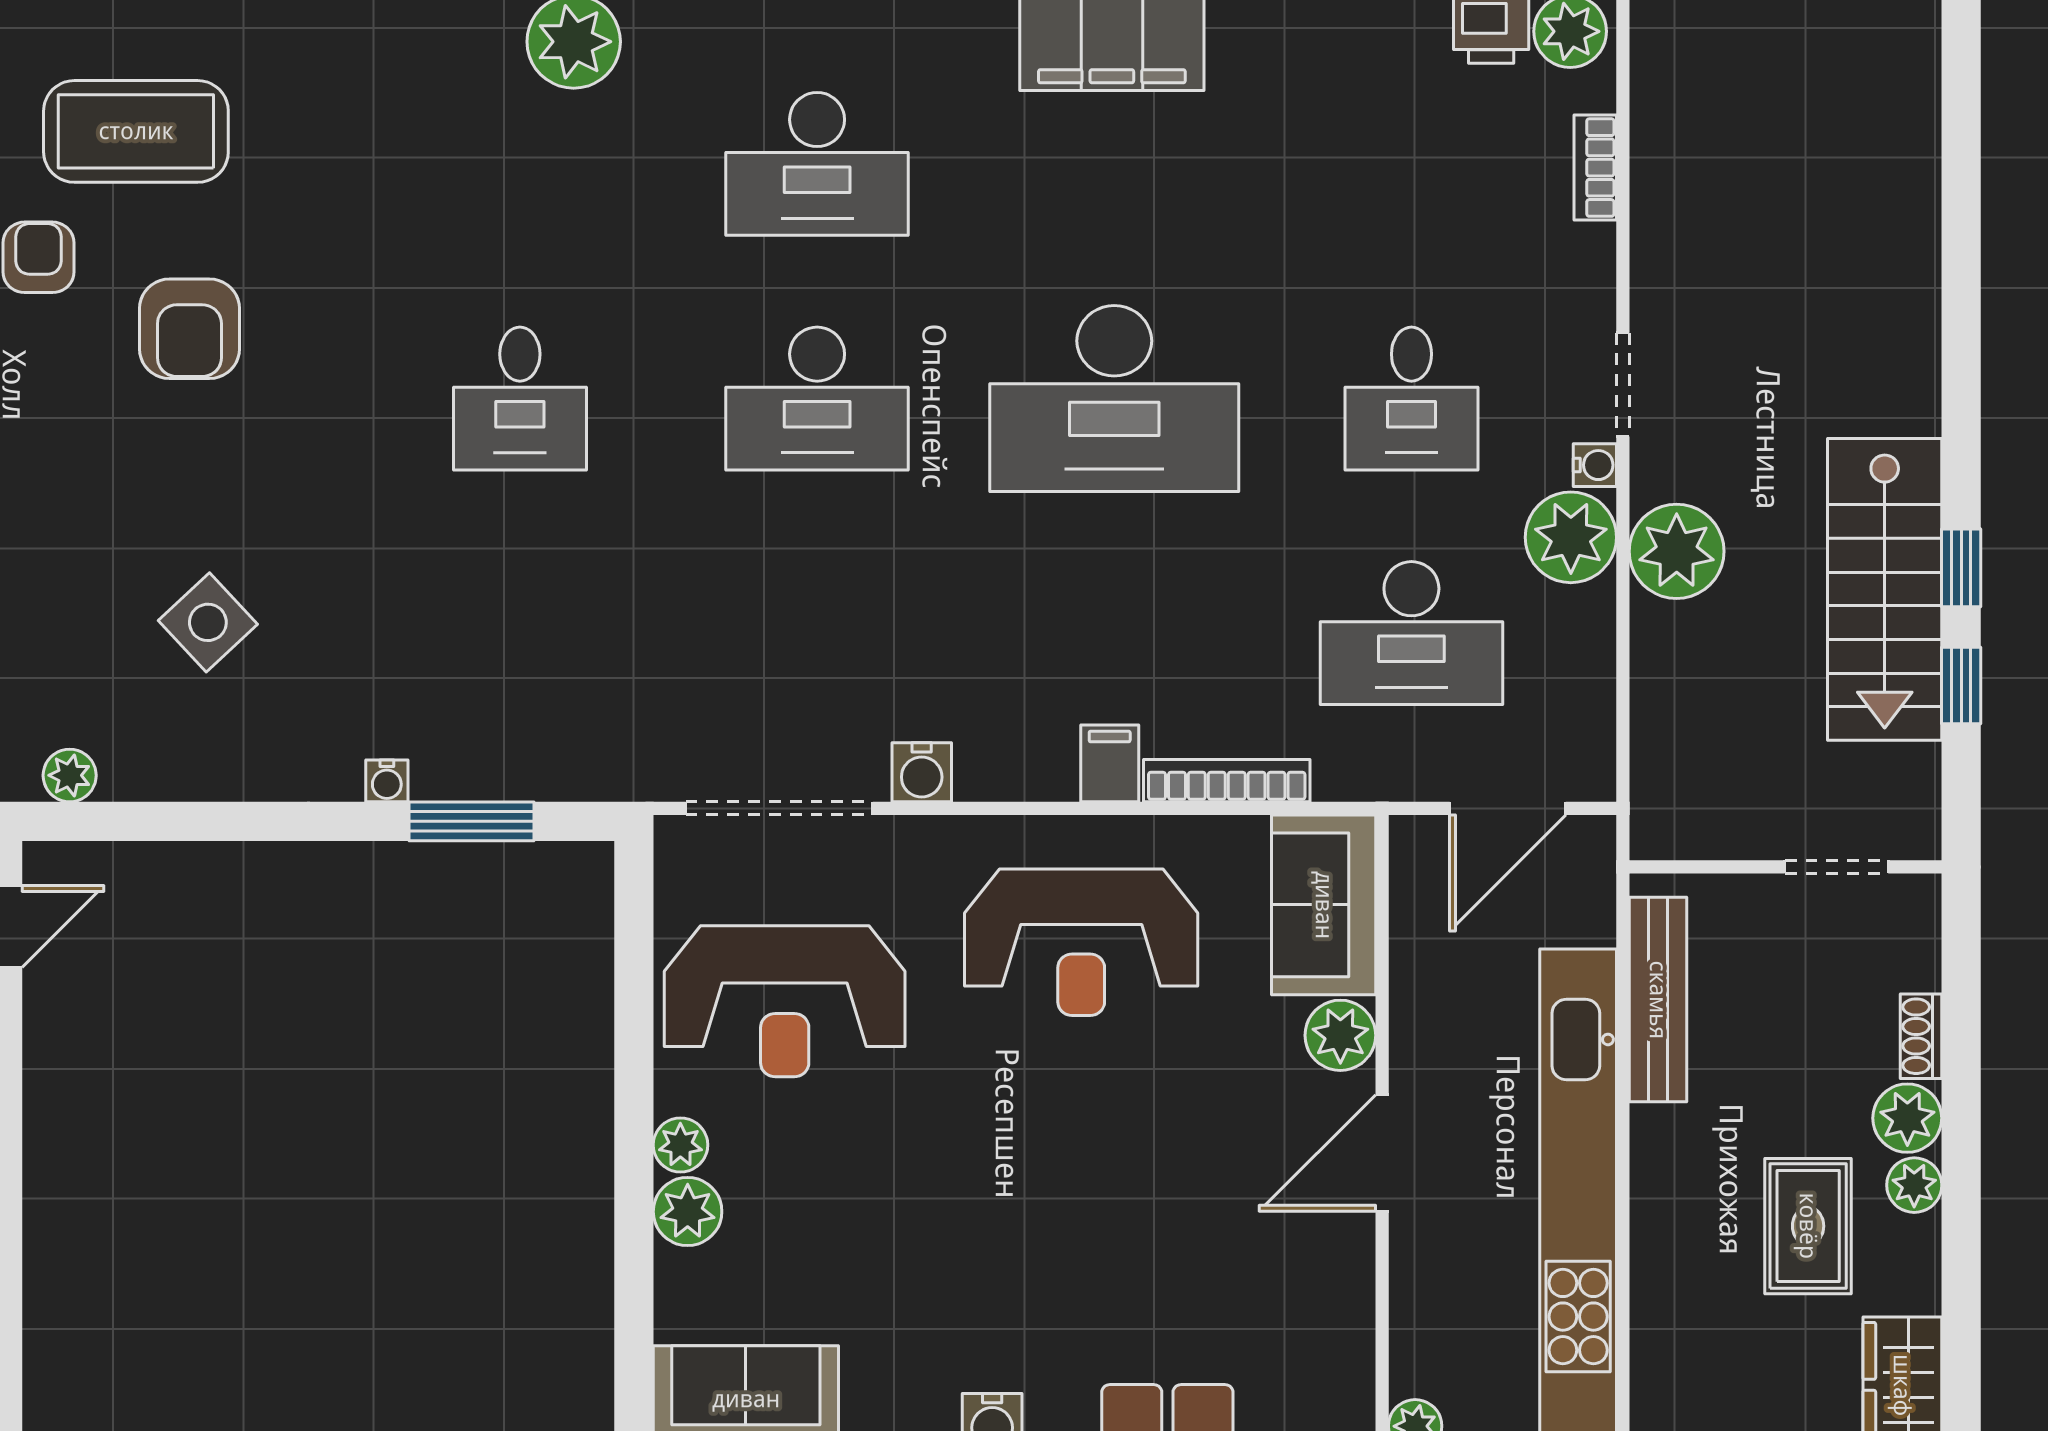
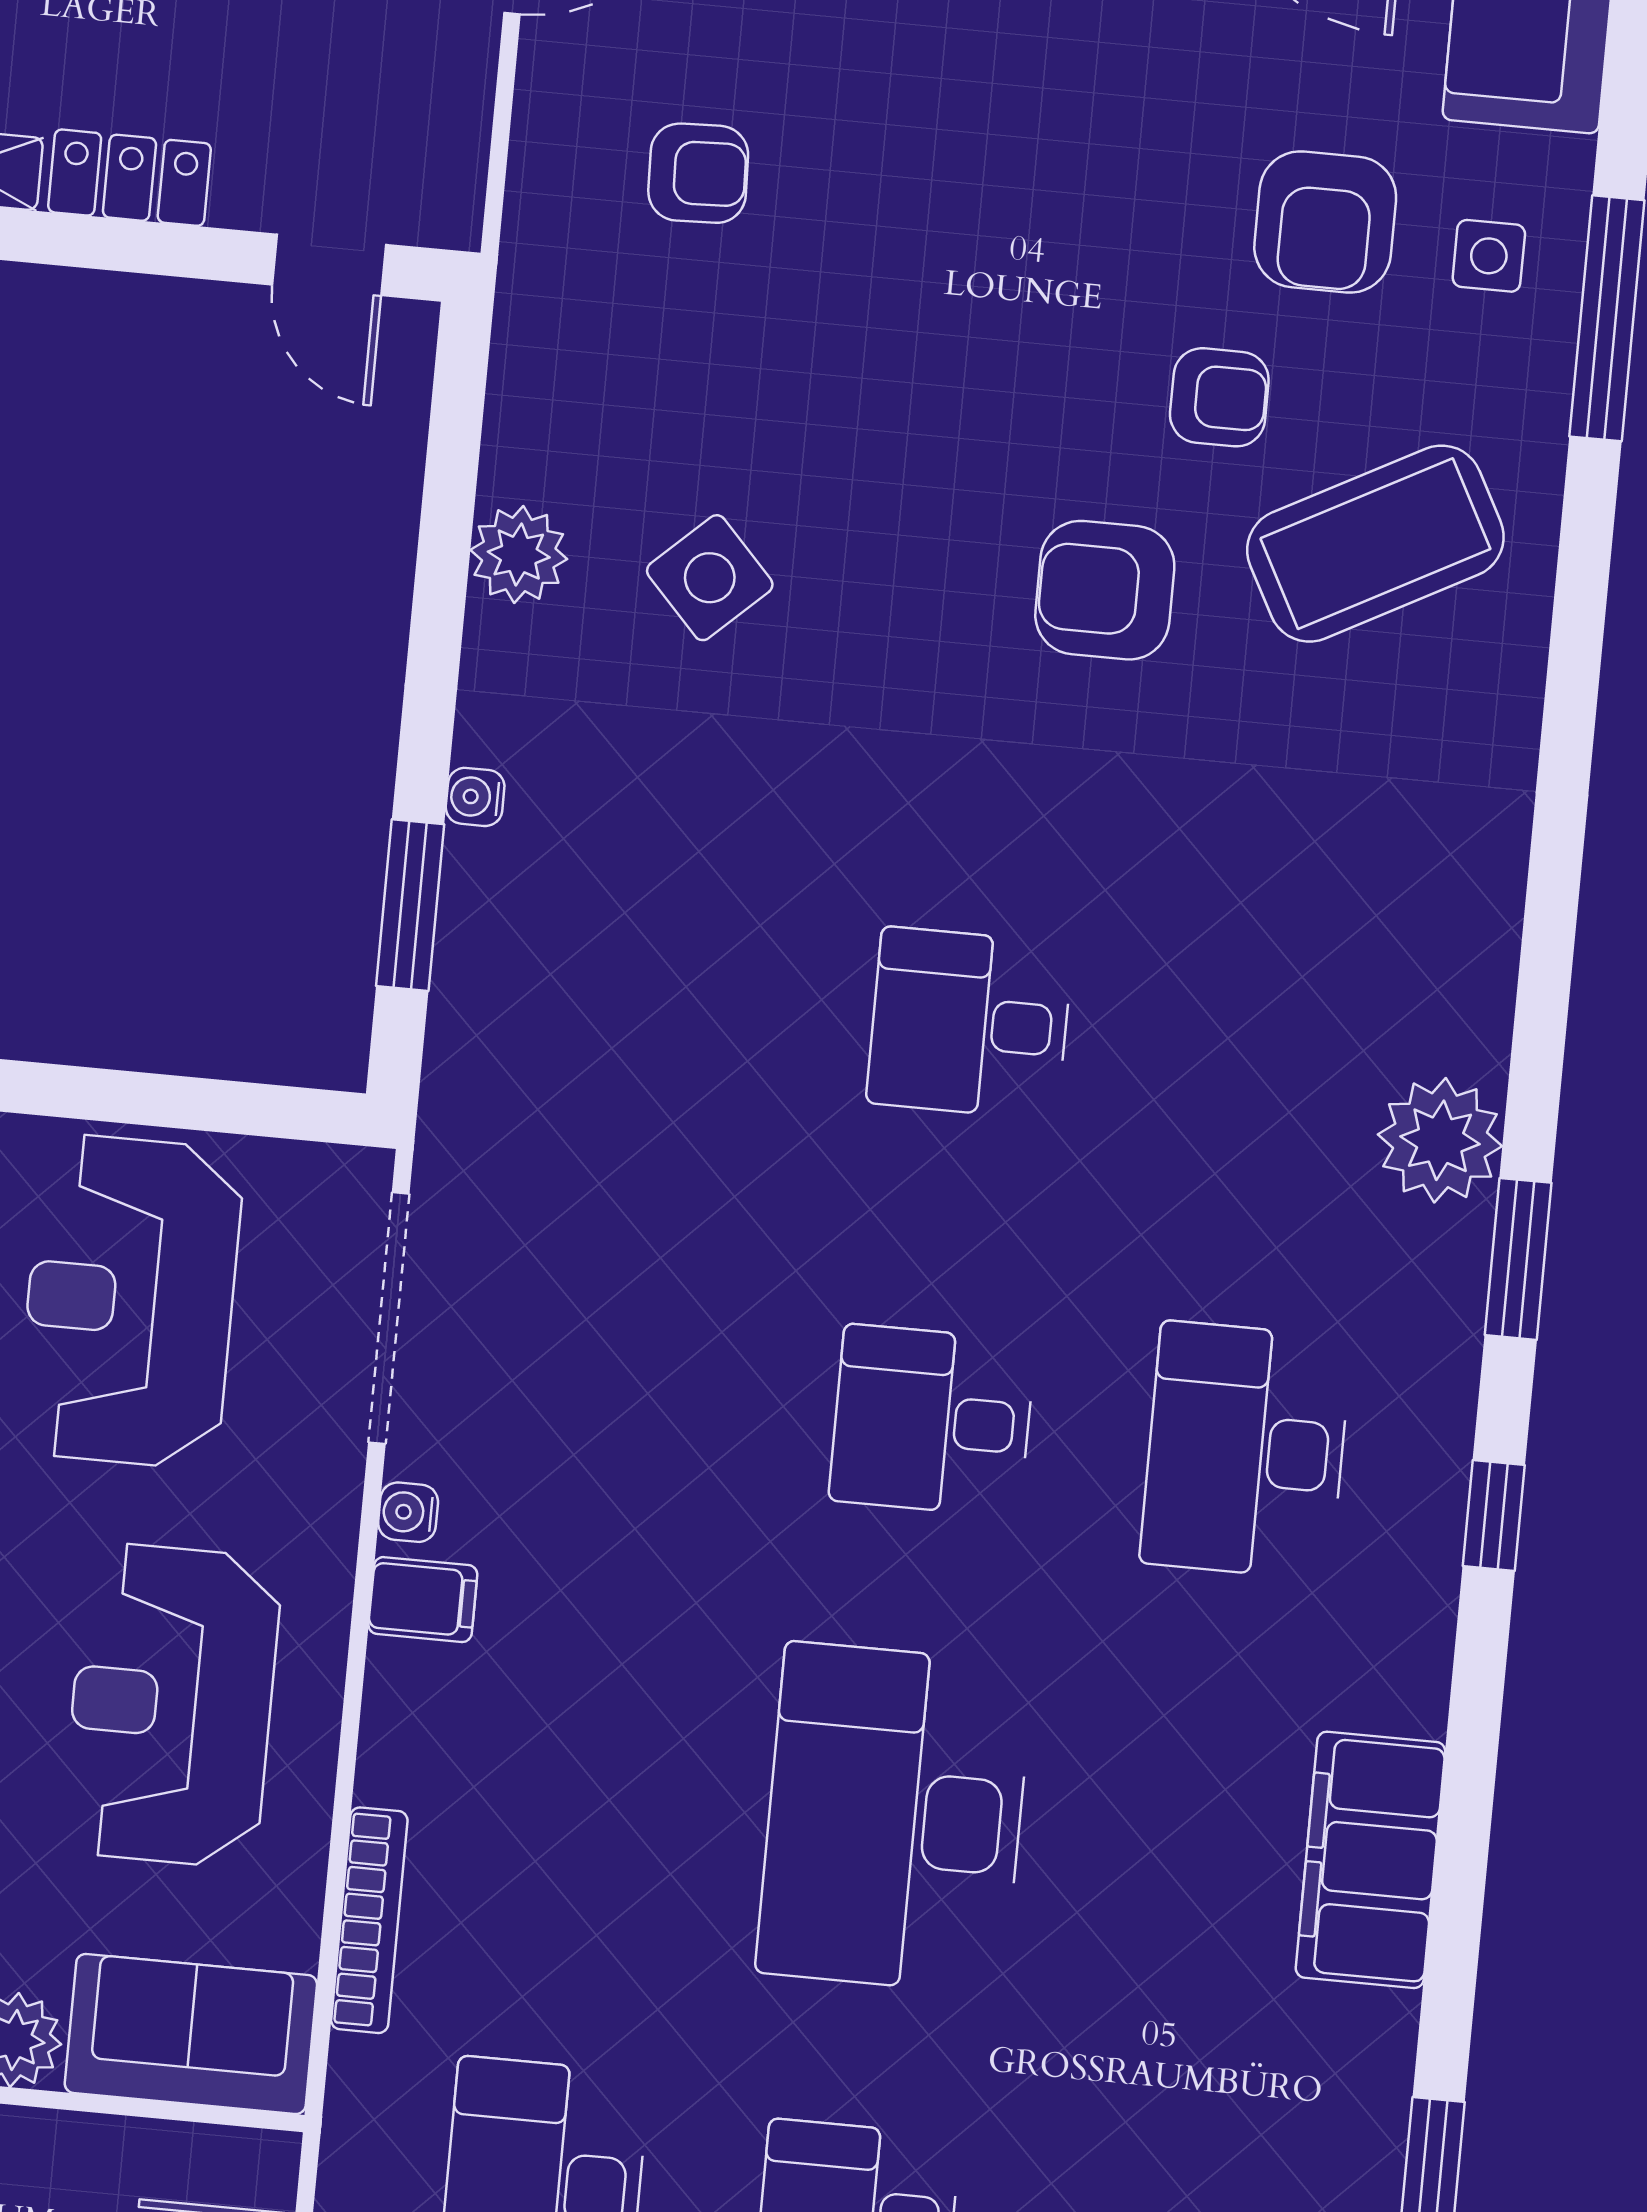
coffee table: (136, 131) -> (1375, 544), turned 62
desk: (817, 398) -> (932, 1421), width x0.73
filing cabinet: (1110, 763) -> (423, 1600), moved
water cooler: (922, 772) -> (408, 1512), width x0.72, depth x0.72
plant: (70, 775) -> (519, 555), moved, width x1.38, depth x1.38

